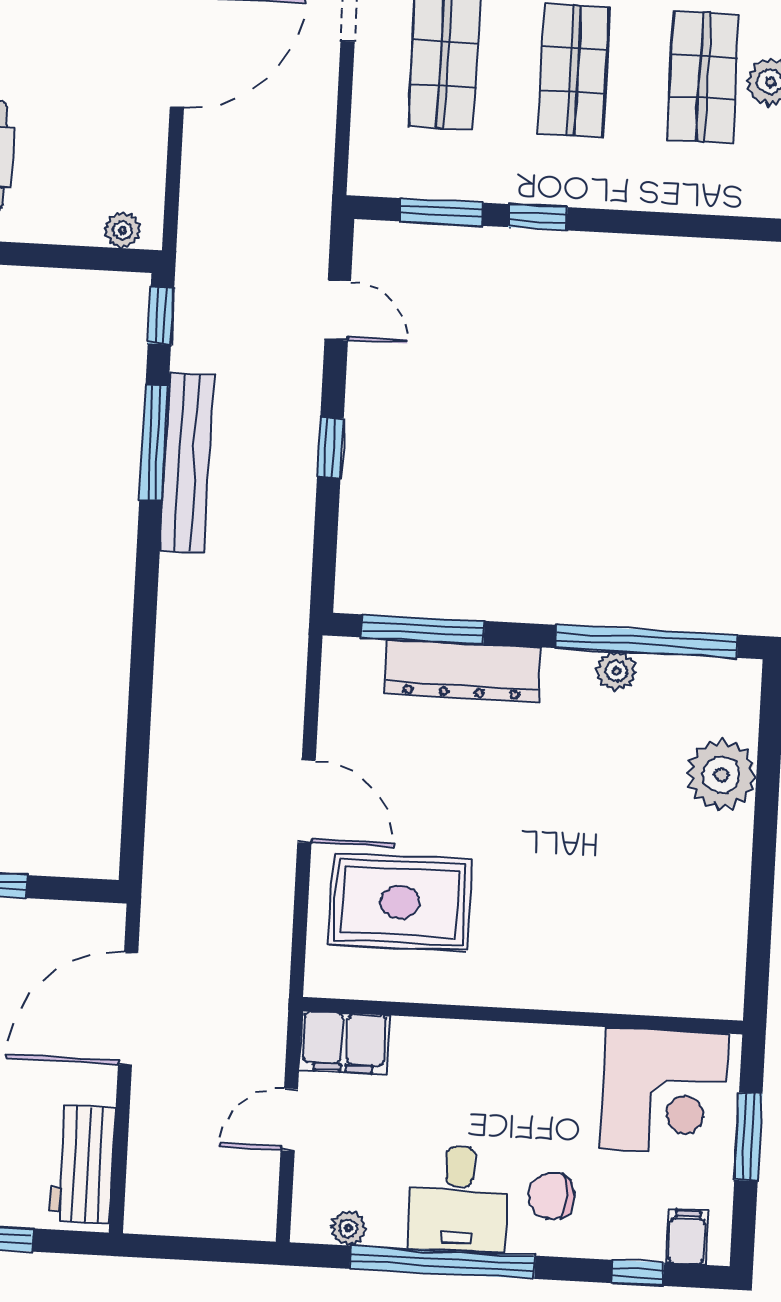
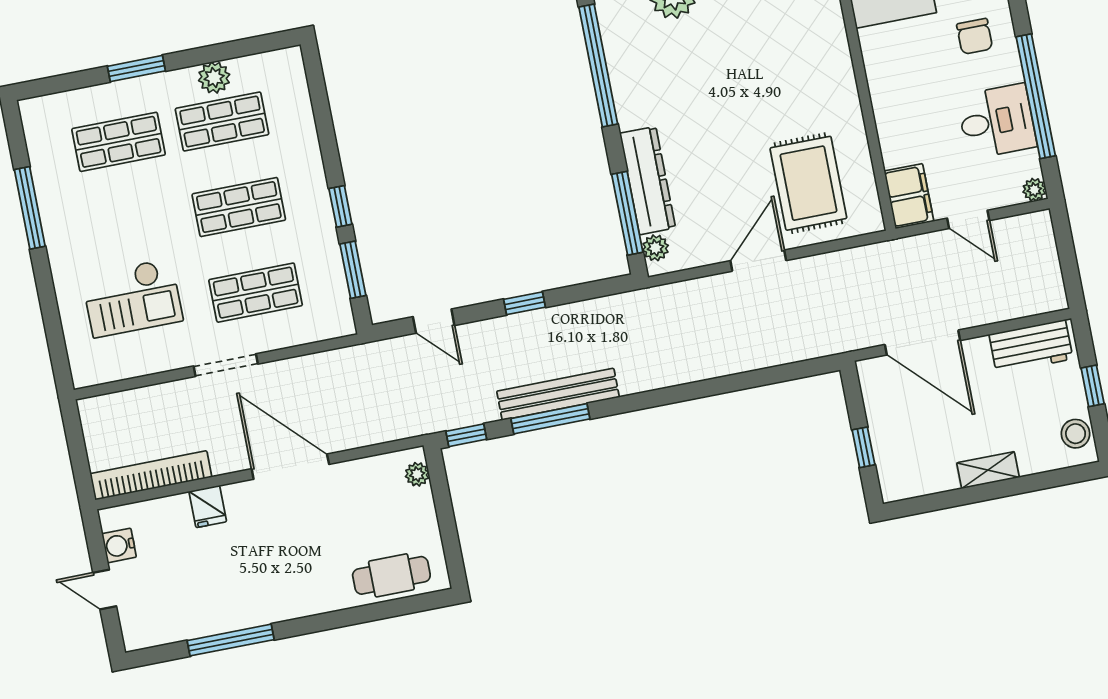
door: (338, 310) -> (434, 321), swing flipped
plant: (616, 671) -> (655, 248), moved
desk: (458, 1199) -> (997, 121), moved
plant: (348, 1228) -> (1034, 190), moved

